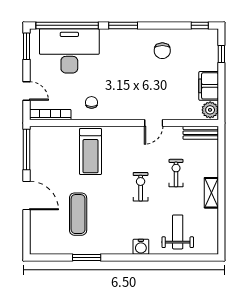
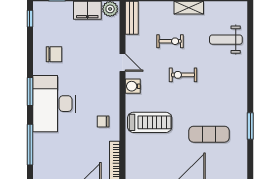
window: (67, 25) -> (30, 145), width x0.68
desk: (69, 51) -> (54, 104), moved
exercise bike: (176, 173) -> (170, 41), turned 180
water cooler: (141, 247) -> (133, 86), moved, turned 180

